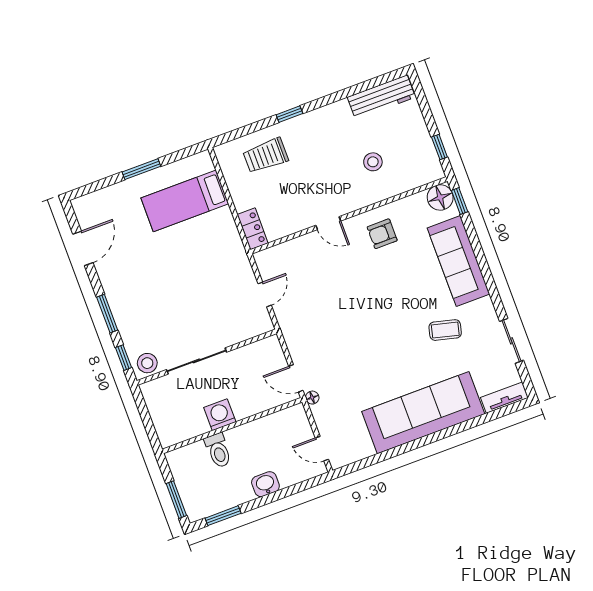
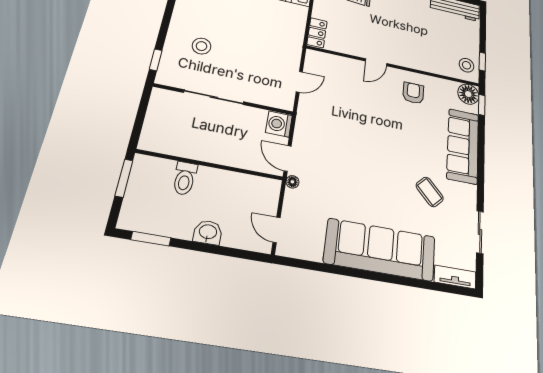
stool: (373, 162) -> (467, 65), moved
door: (328, 223) -> (376, 62), hinge flipped
armchair: (382, 234) -> (413, 93), turned 90
window: (107, 314) -> (166, 22), removed
coffee table: (445, 330) -> (430, 192), turned 32
stool: (147, 363) -> (202, 46), moved
washing machine: (220, 415) -> (279, 124), moved, turned -90
window: (176, 500) -> (124, 178), moved

